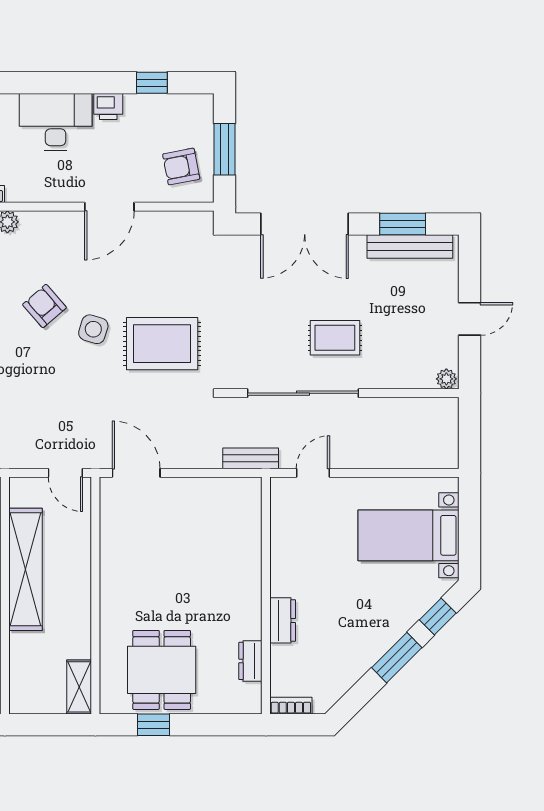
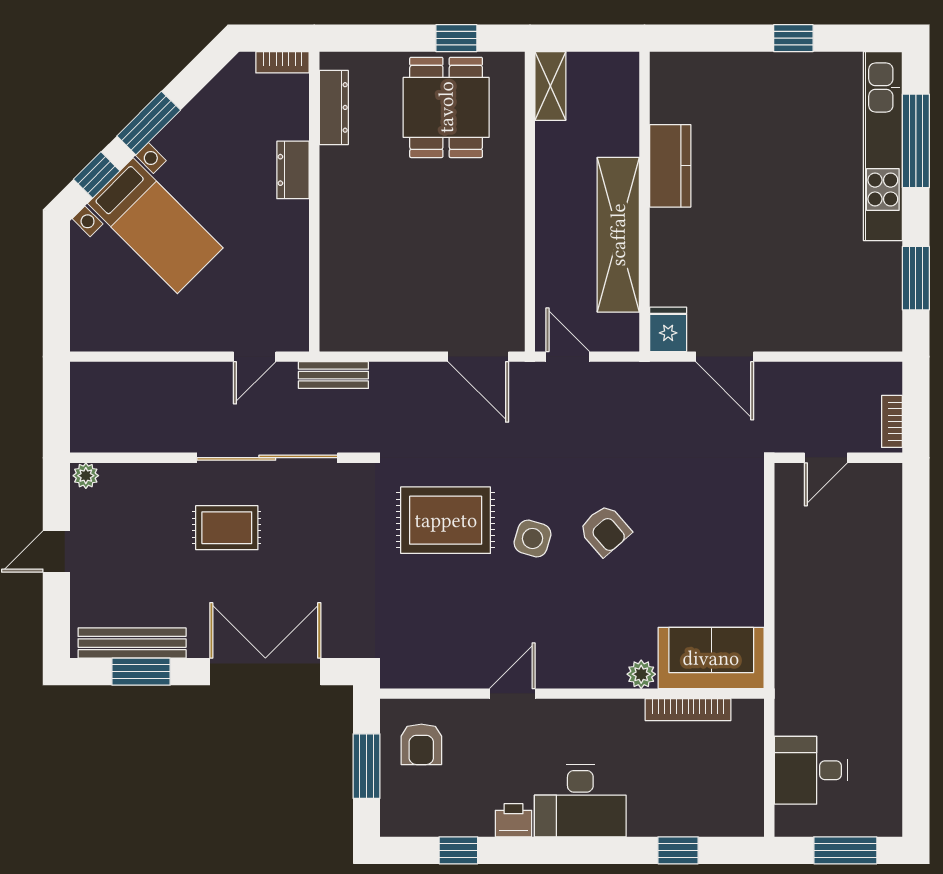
armchair: (181, 167) -> (421, 744), turned 101
door: (109, 207) -> (512, 694), width x0.73
armchair: (44, 306) -> (605, 530), moved
bed with nightstands: (409, 535) -> (155, 226), moved, turned 45
dresser: (250, 661) -> (334, 107), width x1.44

